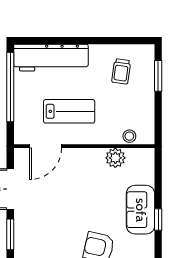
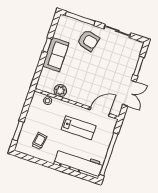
lab bench: (69, 111) -> (79, 128), turned 180

